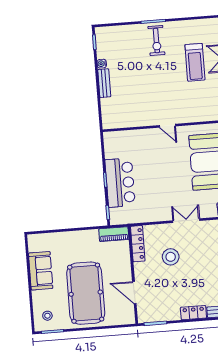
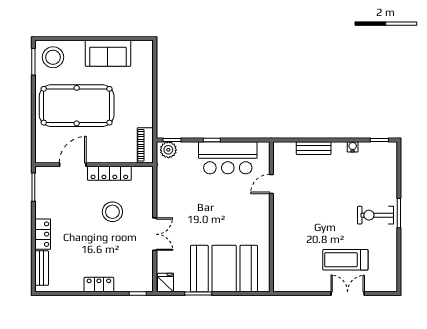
bench: (104, 83) -> (314, 148), moved
door: (167, 126) -> (271, 184), moved
bar counter: (120, 183) -> (228, 158), moved
plant: (116, 215) -> (168, 150), added
locker: (138, 244) -> (109, 173), moved
stool: (47, 316) -> (53, 57), width x1.89, depth x1.89

